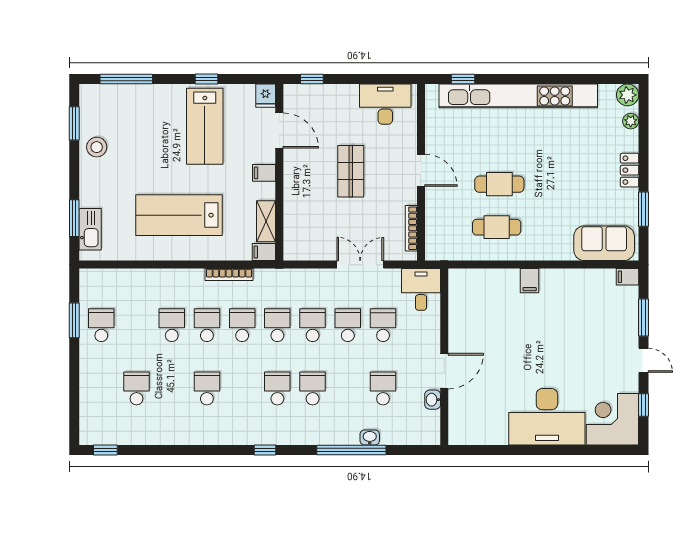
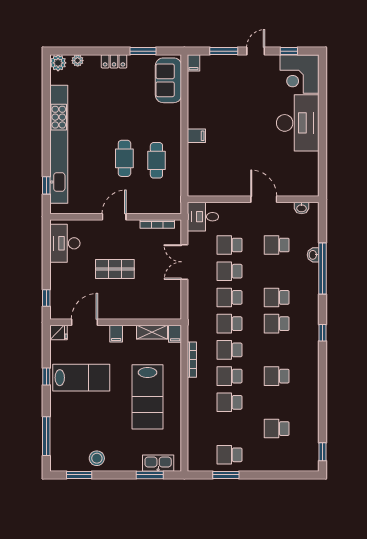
washbasin: (433, 400) -> (302, 208), moved

